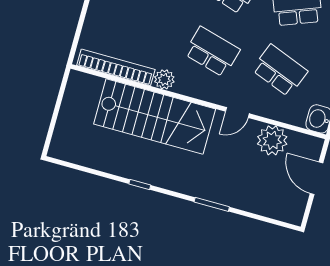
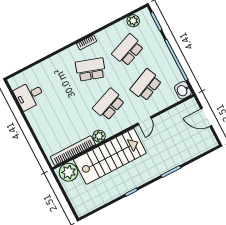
school desk: (212, 52) -> (109, 104), turned -36
school desk: (280, 70) -> (146, 85), turned -45
plant: (272, 140) -> (69, 172), moved

